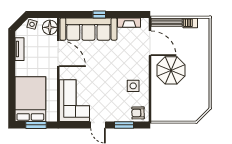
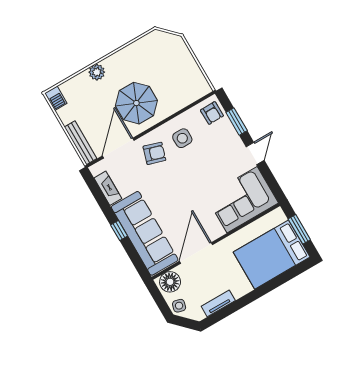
barbecue: (190, 23) -> (56, 98), moved
plant: (204, 57) -> (97, 72), added
armchair: (134, 63) -> (154, 153), added

